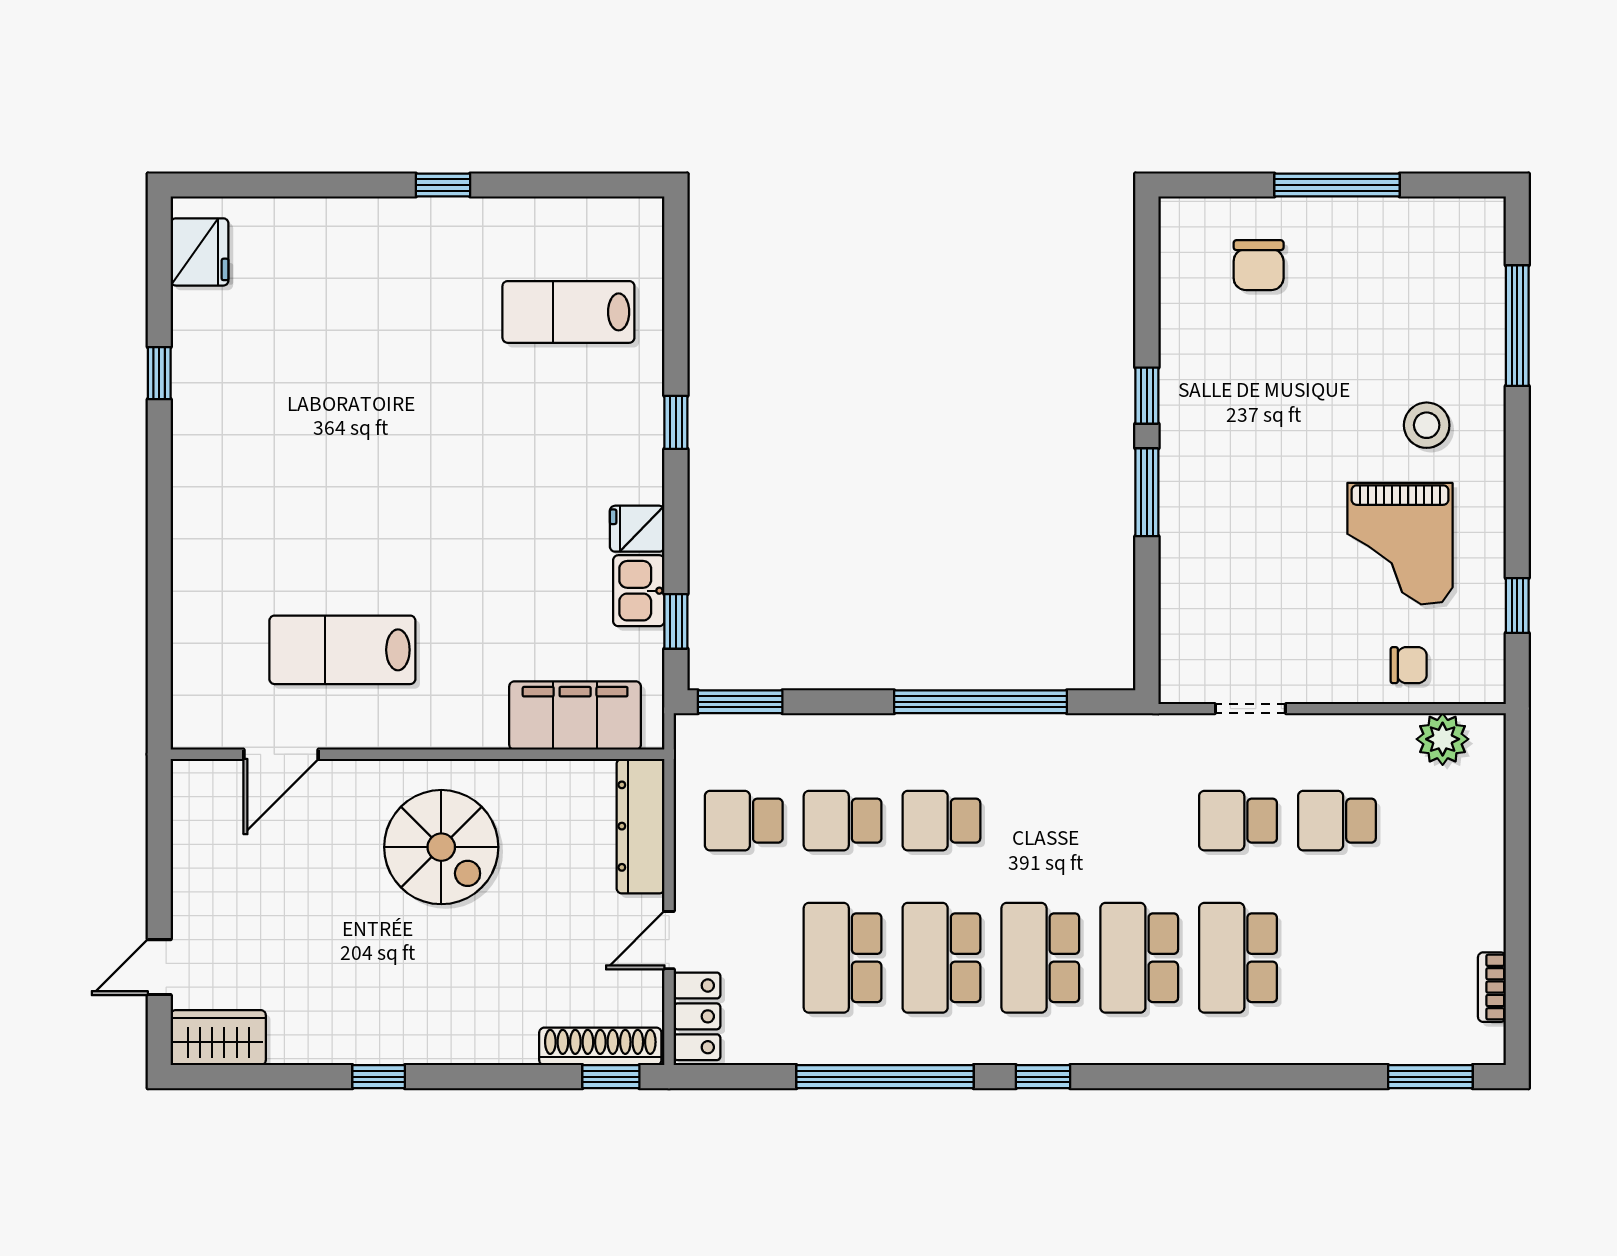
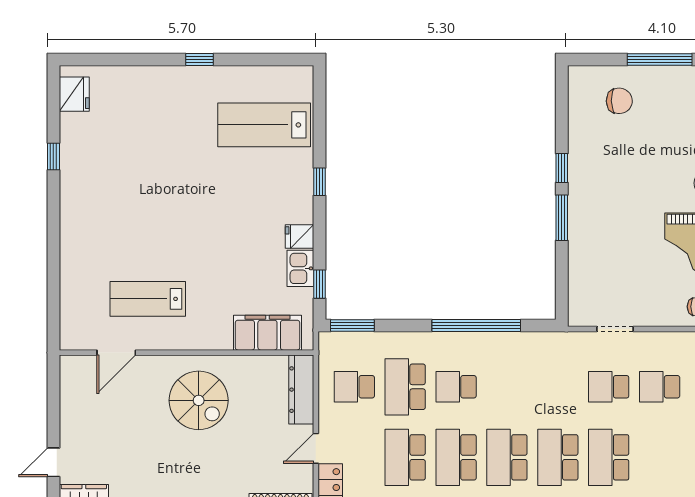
chair: (1259, 265) -> (619, 101), turned -91
lab bench: (568, 312) -> (264, 125), width x1.36, depth x1.39
school desk: (843, 821) -> (405, 387), width x1.85

